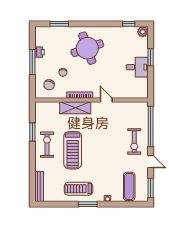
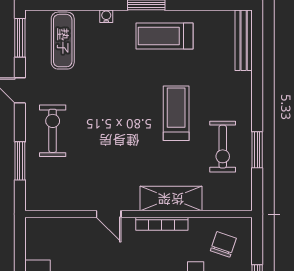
window: (151, 126) -> (20, 161), width x0.47
exercise bike: (47, 145) -> (223, 147), moved
treadmill: (73, 150) -> (176, 113), width x0.73, depth x0.73
treadmill: (78, 189) -> (164, 36), turned 180

